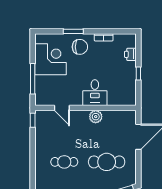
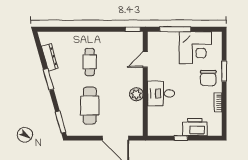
printer: (130, 54) -> (195, 127), width x1.87, depth x1.48

